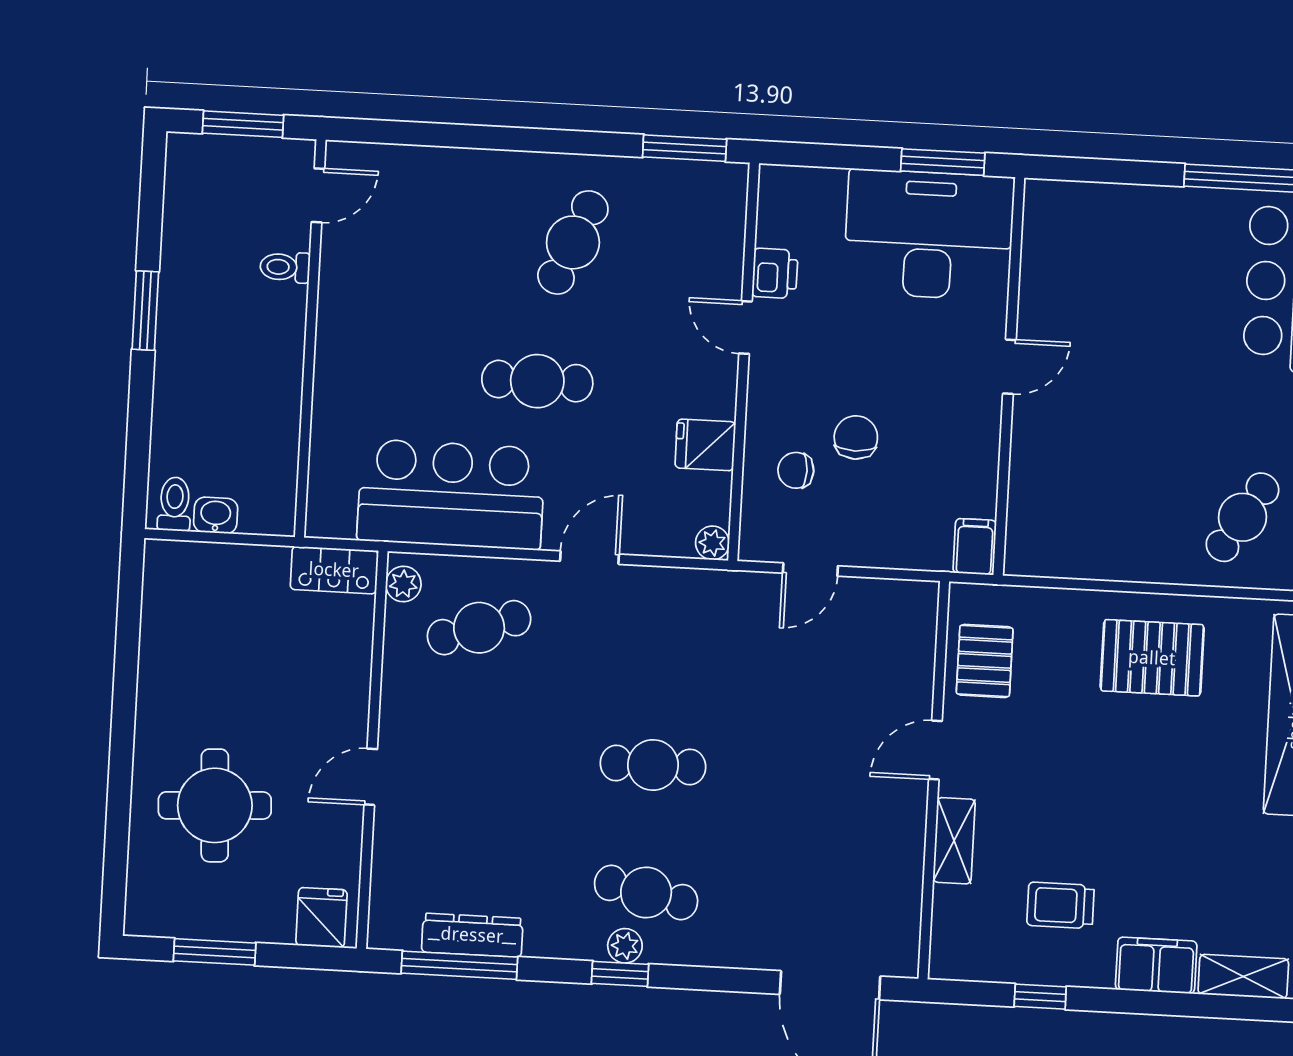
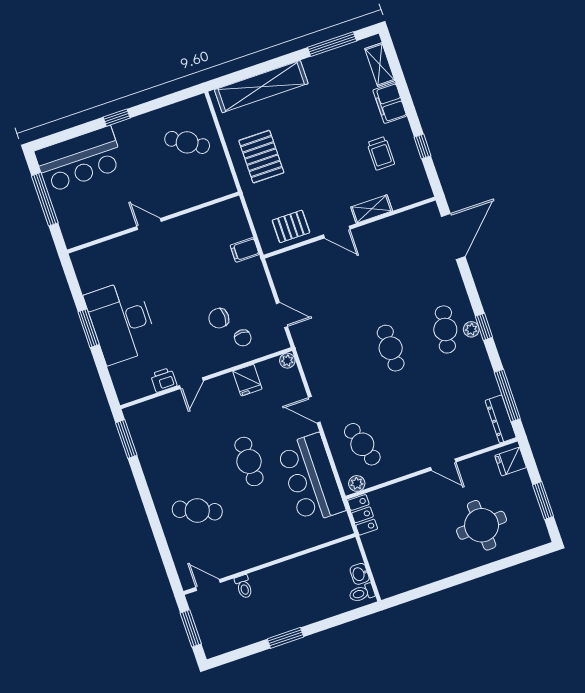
cafe table: (573, 242) -> (197, 511), moved
door: (1009, 367) -> (149, 224), moved
wall: (1009, 376) -> (153, 223), moved
dresser: (472, 935) -> (501, 419), moved

